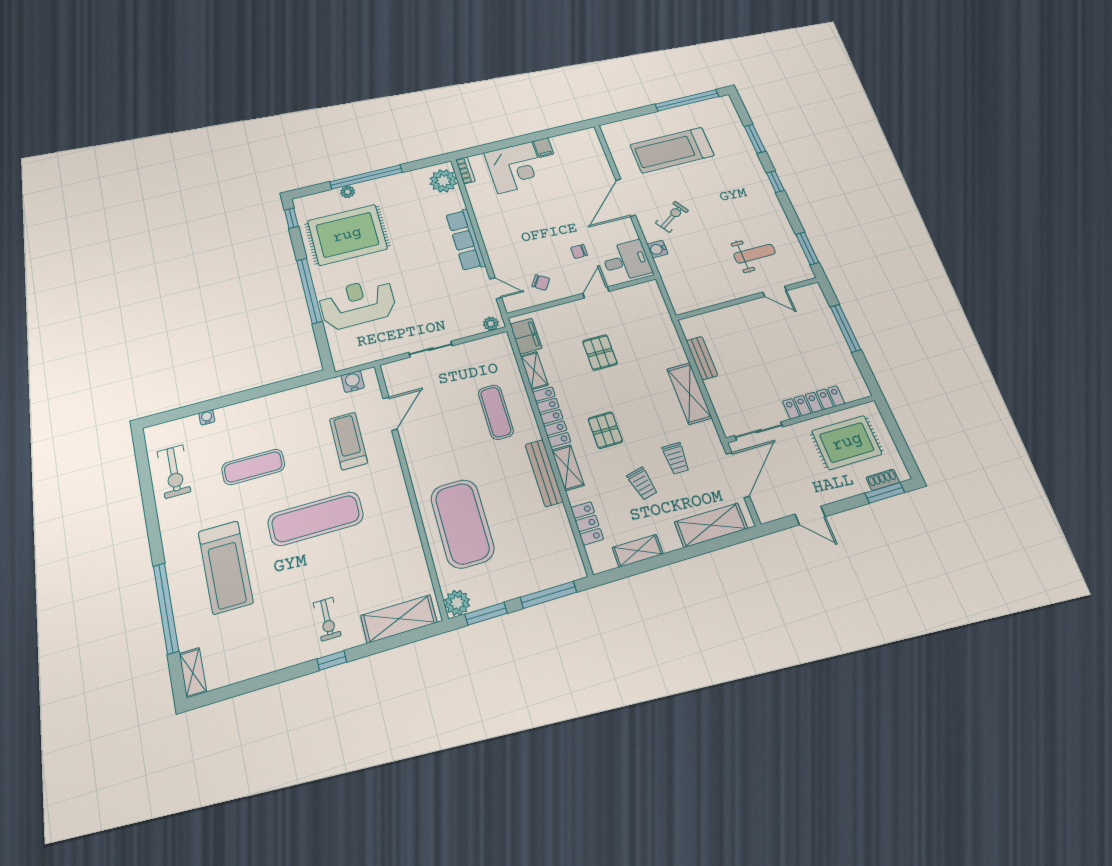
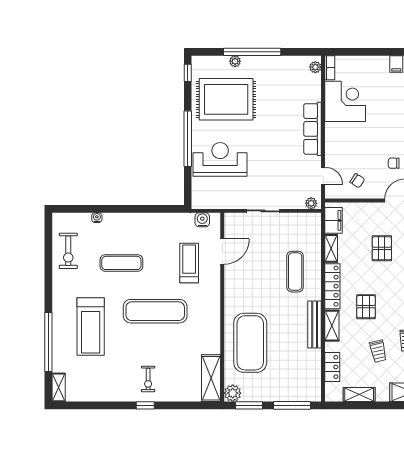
corner desk: (515, 167) -> (345, 101), moved, turned -90
plant: (443, 181) -> (315, 67), width x0.53, depth x0.53
shelving: (399, 619) -> (211, 378), moved, turned 90

